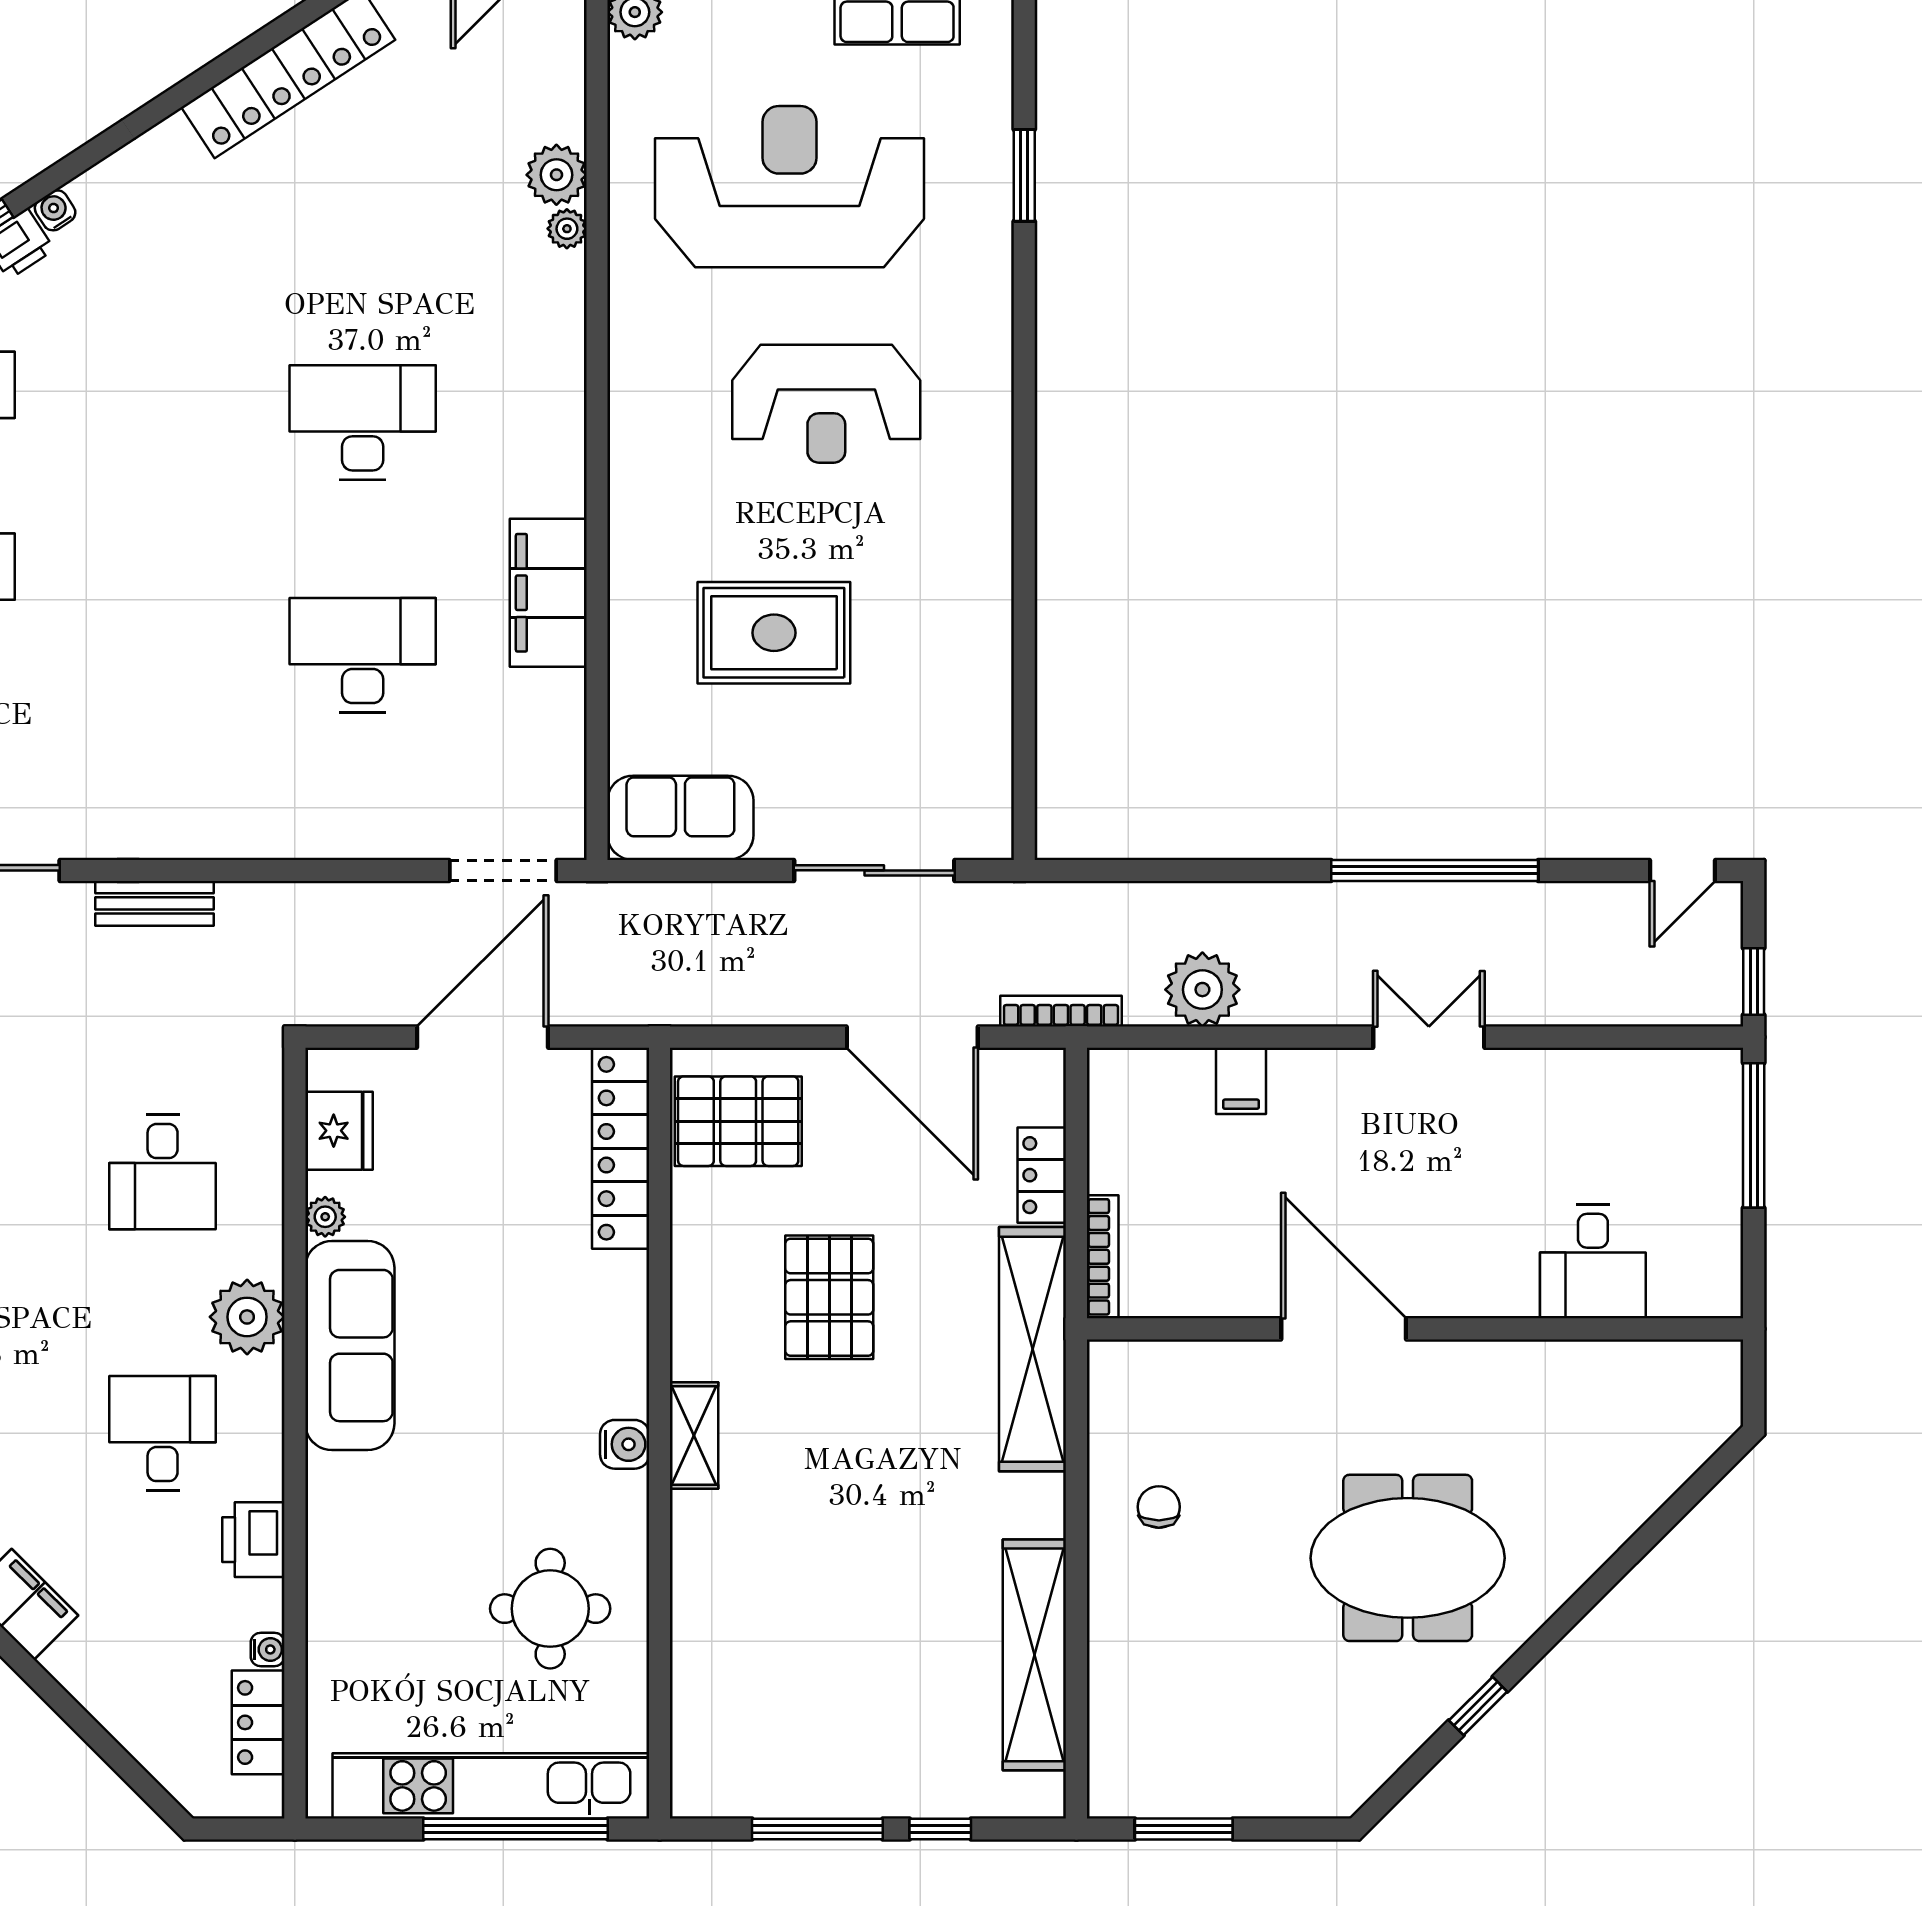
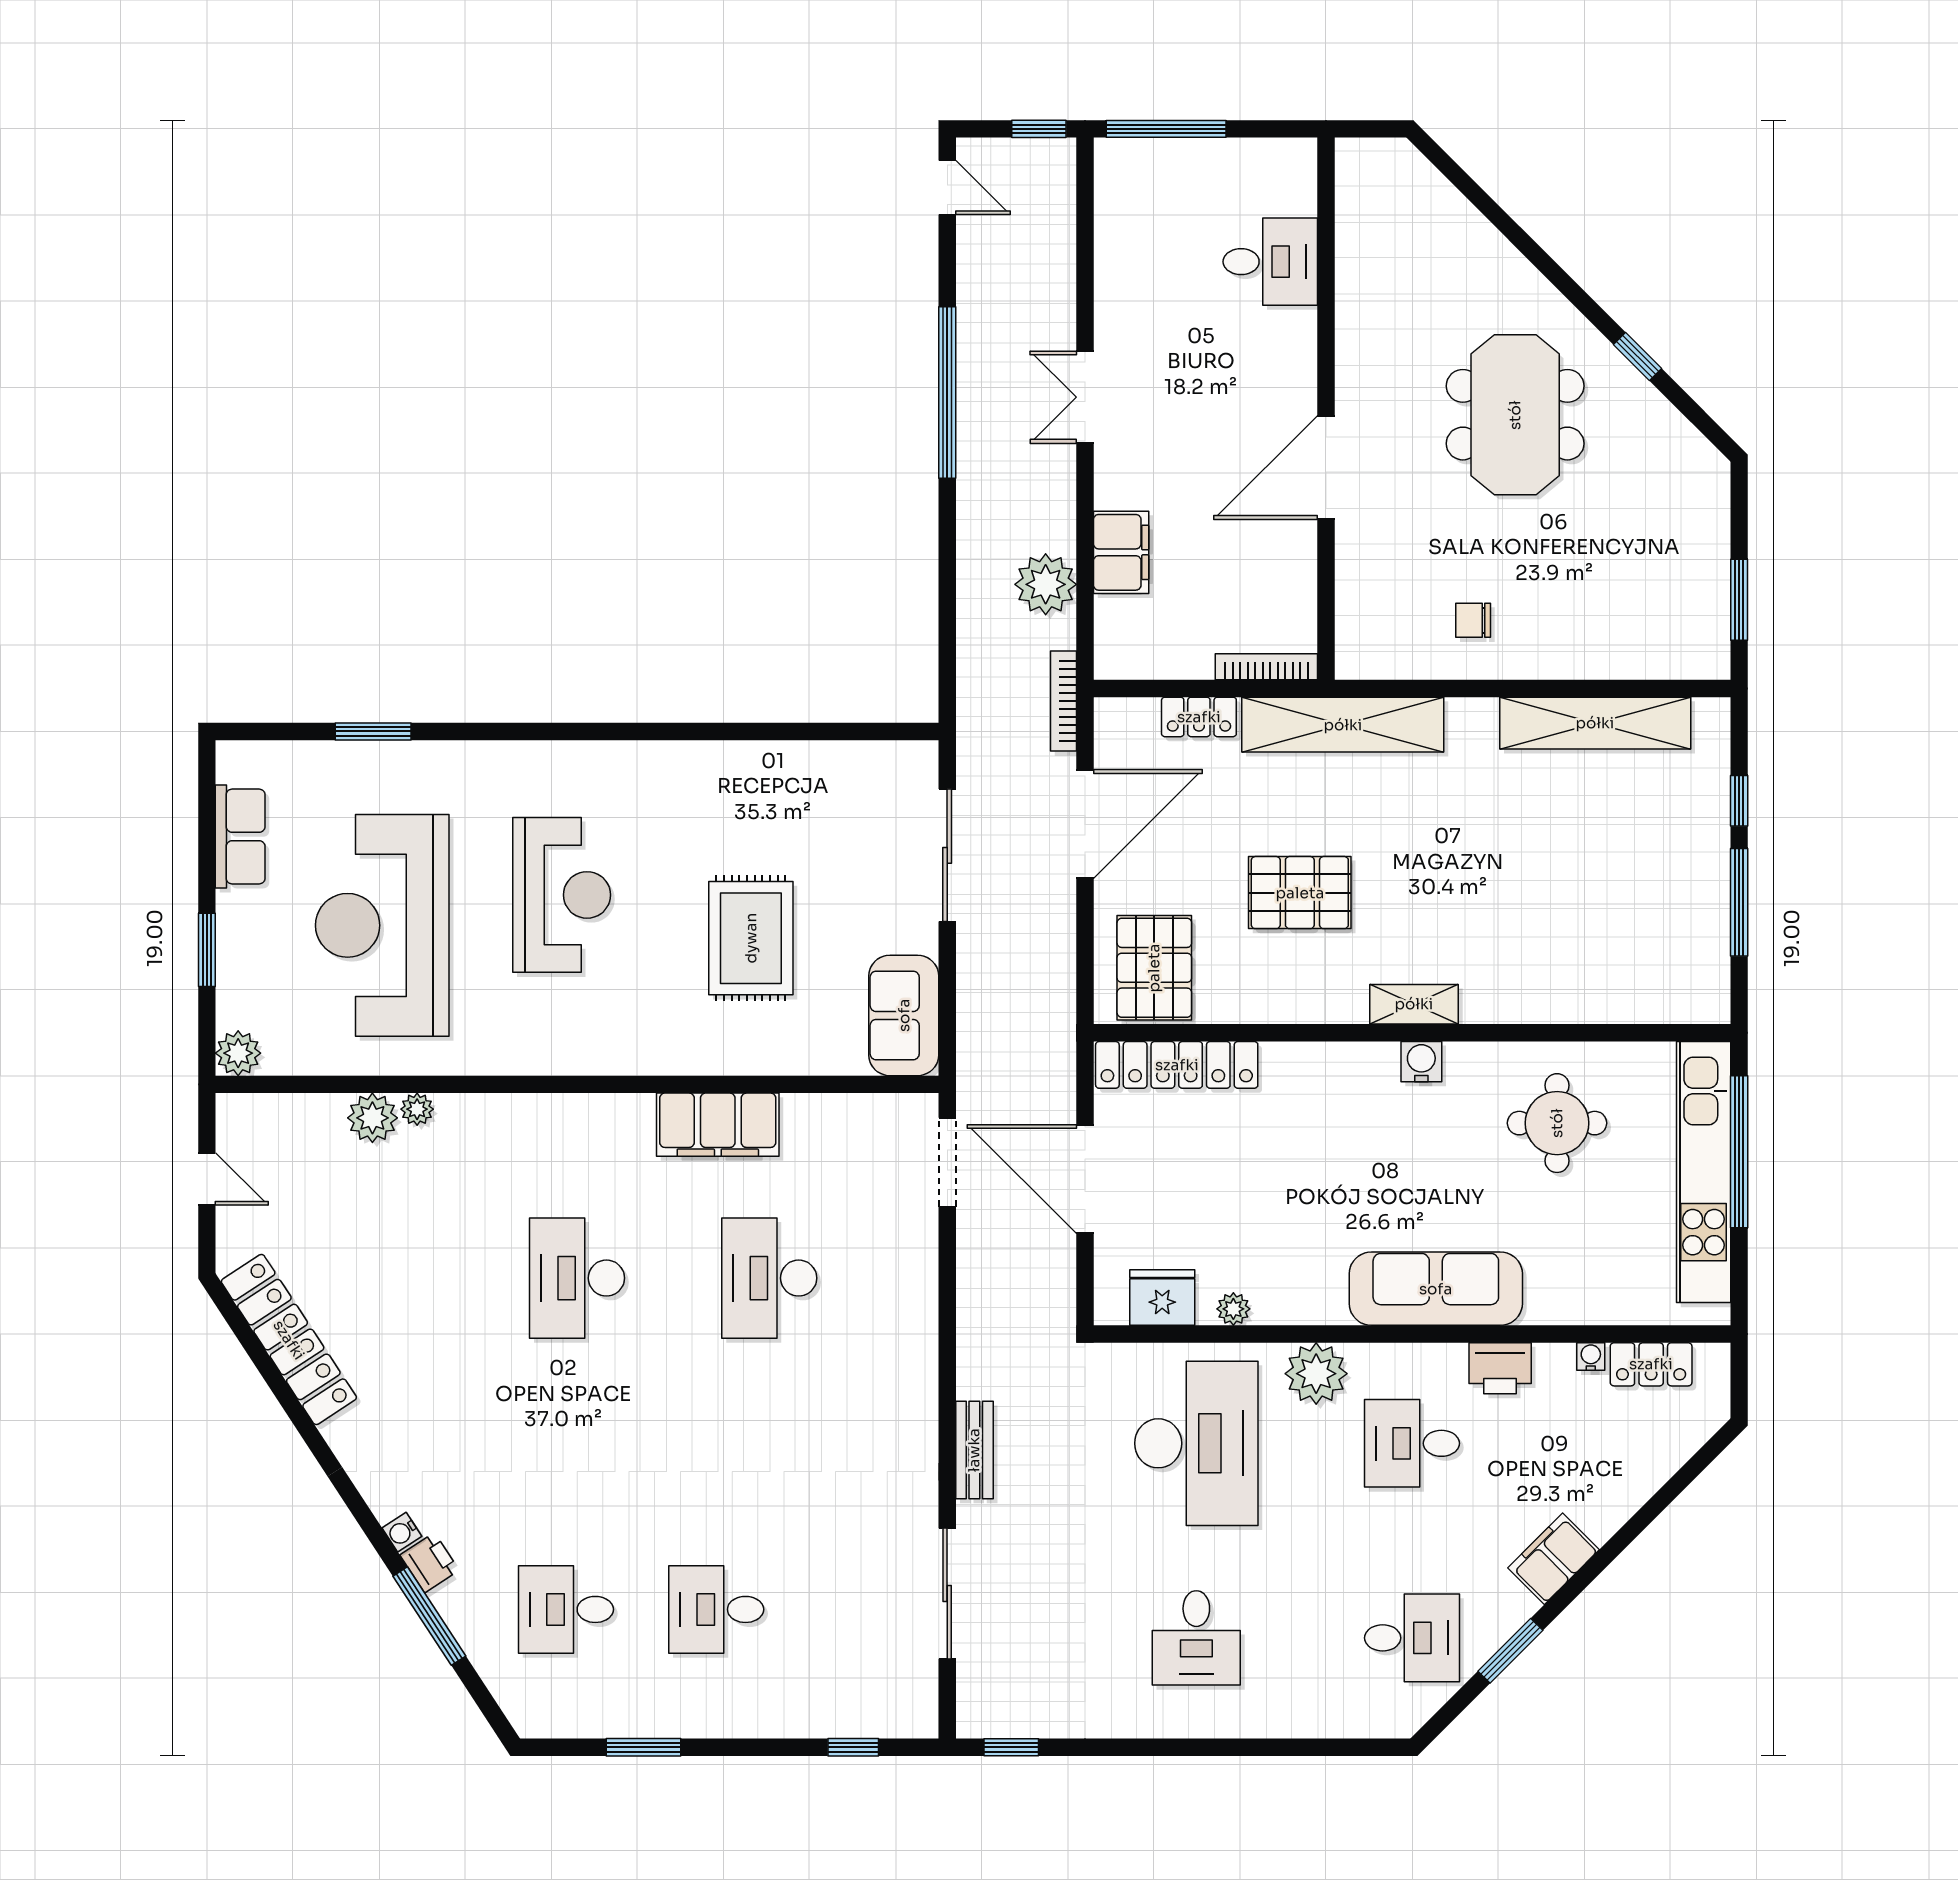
filing cabinet: (1241, 1081) -> (1121, 552), width x2.00
desk: (163, 1172) -> (1196, 1443), width x1.87, depth x1.30
sofa: (350, 1346) -> (1436, 1289), moved

